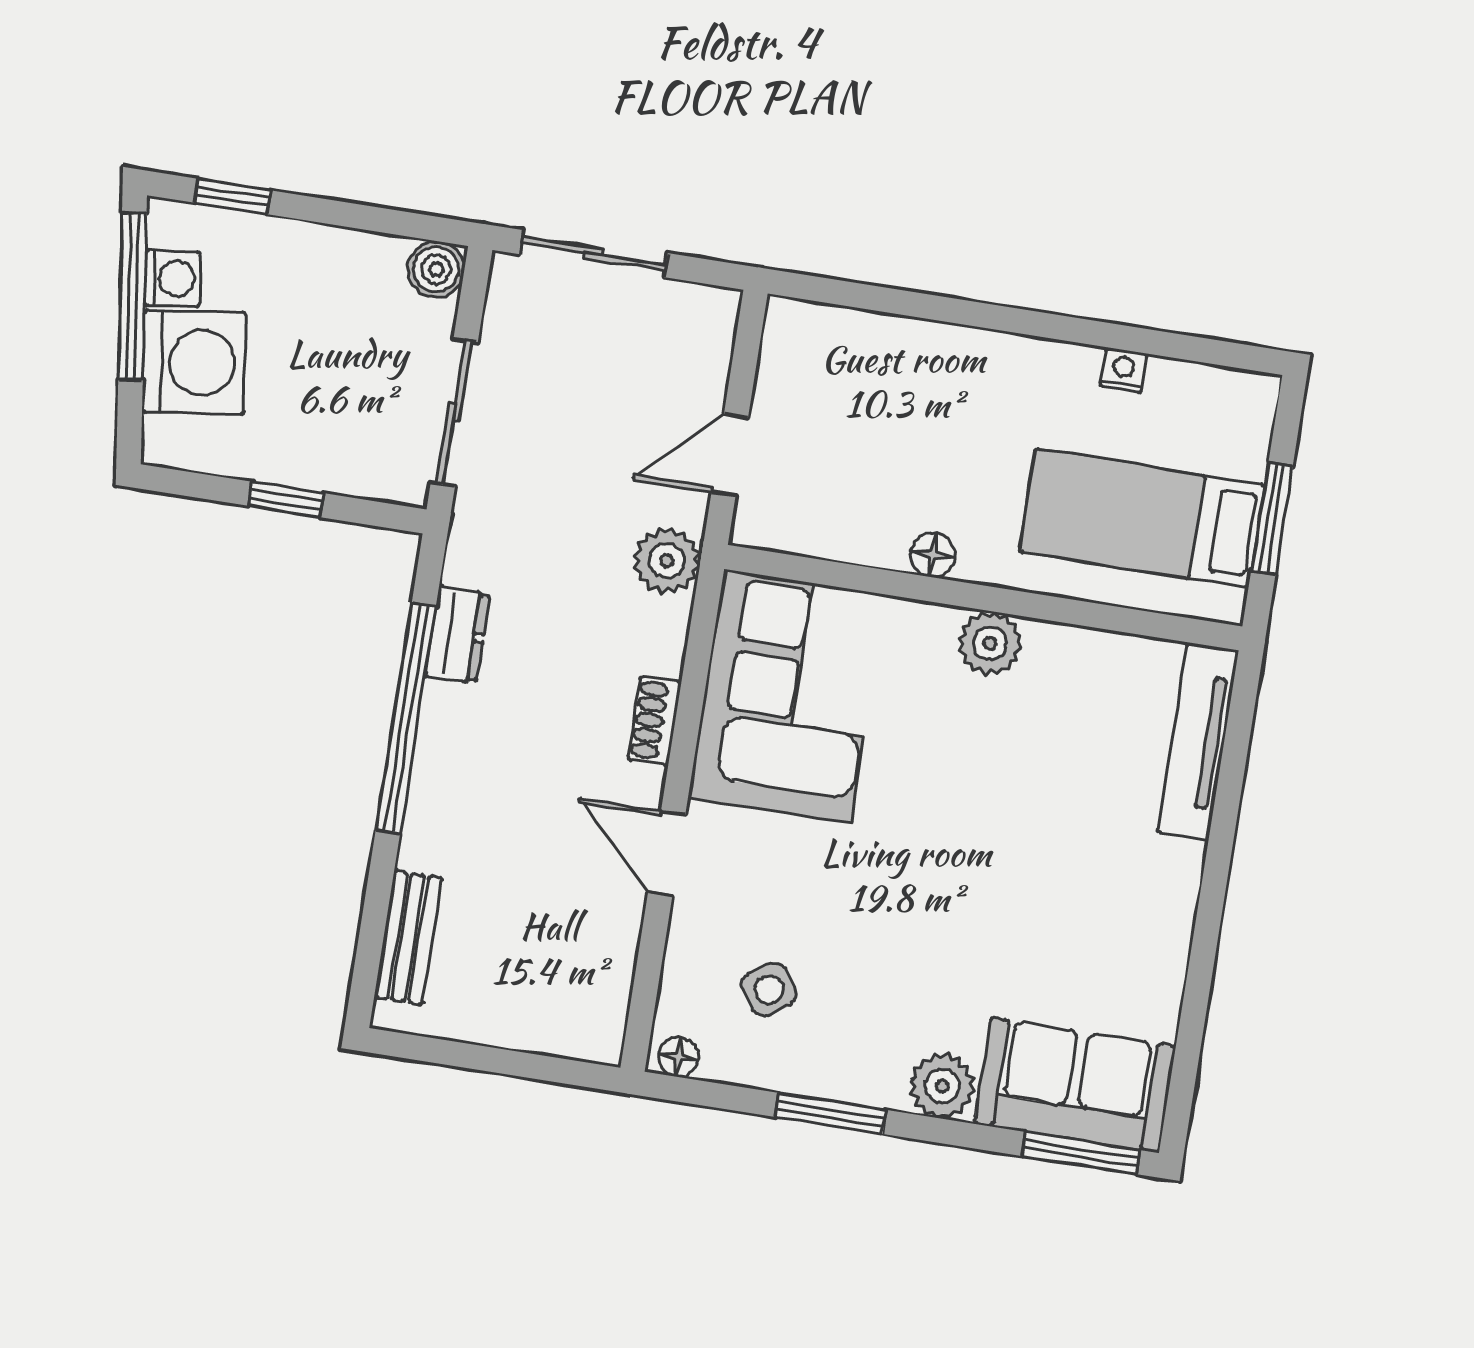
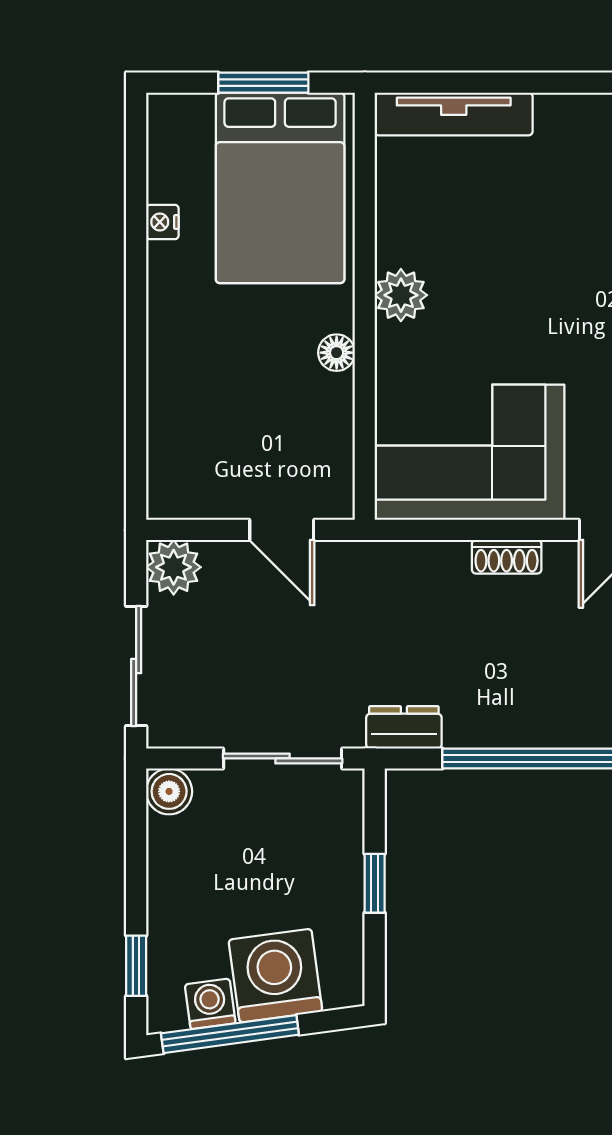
bed: (1142, 518) -> (280, 188), width x1.50
plant: (667, 561) -> (174, 567), moved
dresser: (458, 635) -> (404, 727), moved

